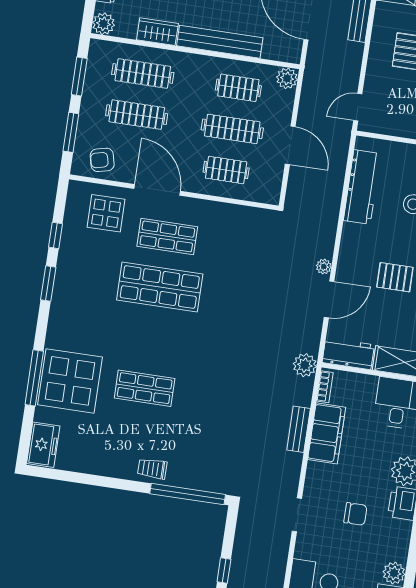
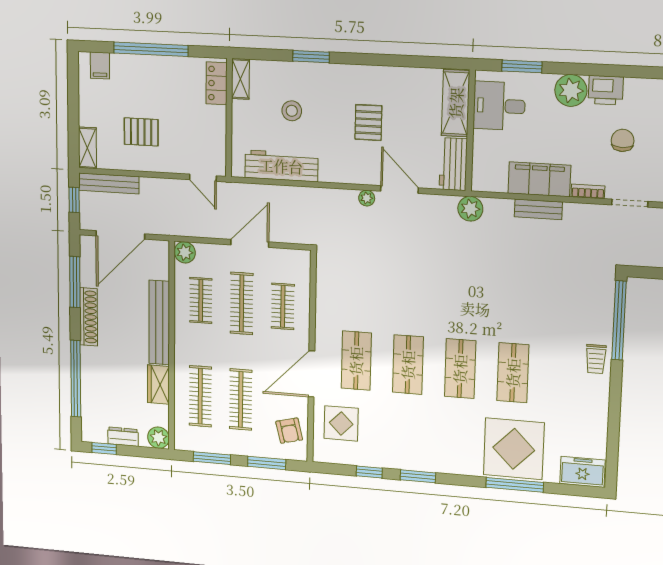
shop shelf: (160, 287) -> (408, 365), width x0.70, depth x0.74
shop shelf: (152, 338) -> (460, 369), added
bookcase: (325, 387) -> (588, 191), moved

